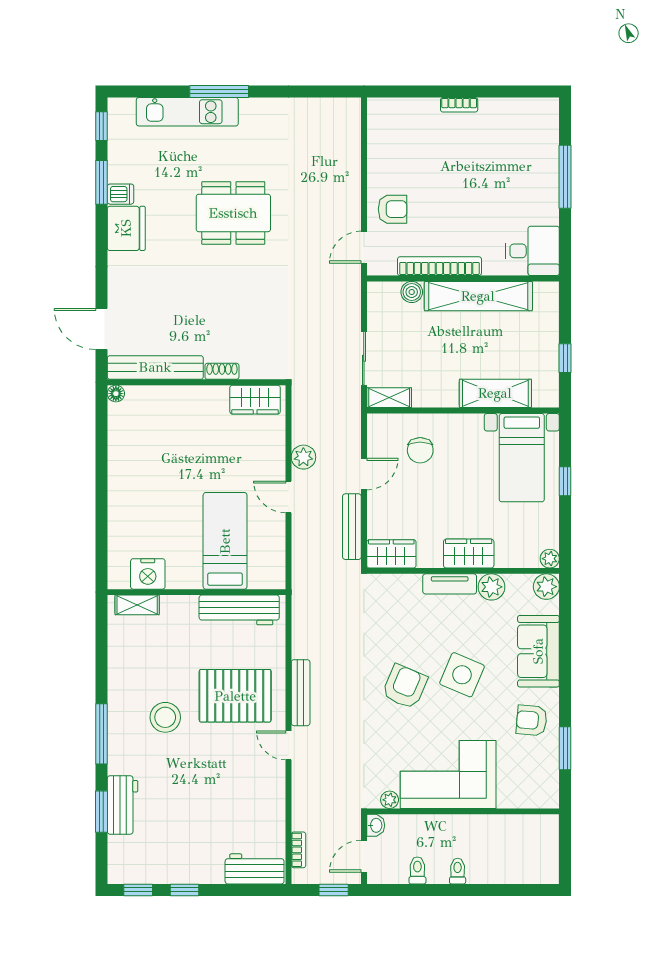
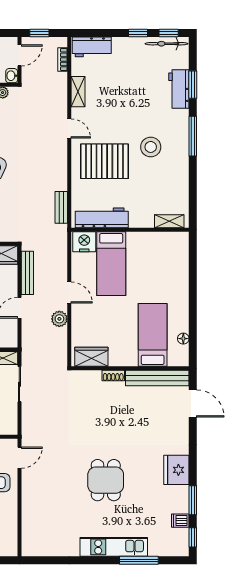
window: (219, 91) -> (139, 560), moved
kitchen unit: (187, 112) -> (114, 547), moved
dishwasher: (121, 194) -> (180, 521), moved
dining table: (233, 213) -> (106, 480), width x0.73
floor lamp: (116, 394) -> (183, 339), moved
bed: (162, 433) -> (153, 335), added
nightstand: (148, 574) -> (84, 242), moved
bench: (301, 693) -> (61, 207), moved, width x0.73
shelving: (275, 801) -> (78, 92), added
bicycle: (141, 874) -> (166, 44), added

